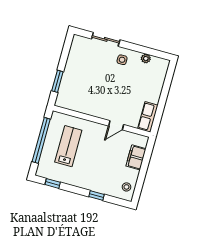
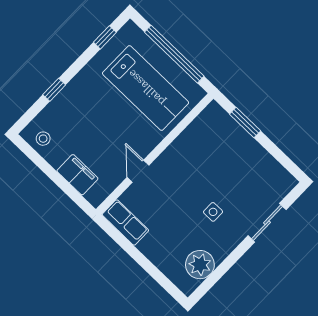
plant: (146, 58) -> (200, 265), width x1.88, depth x1.88
side table: (122, 60) -> (213, 212), moved
lab bench: (68, 146) -> (146, 88), width x1.36, depth x1.39

